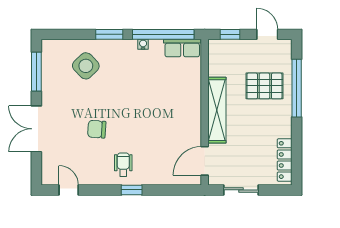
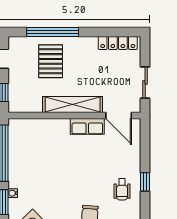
water cooler: (143, 44) -> (13, 193), moved
row of seats: (182, 48) -> (87, 126), moved, turned 90
wheelchair: (123, 165) -> (122, 189), turned -90

